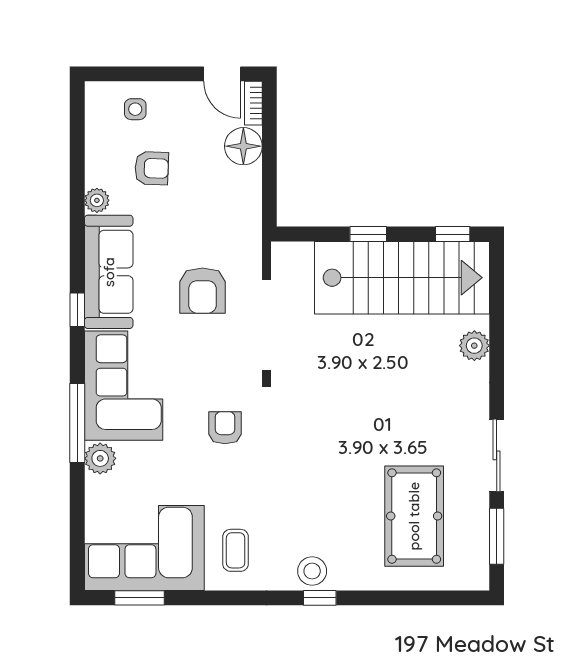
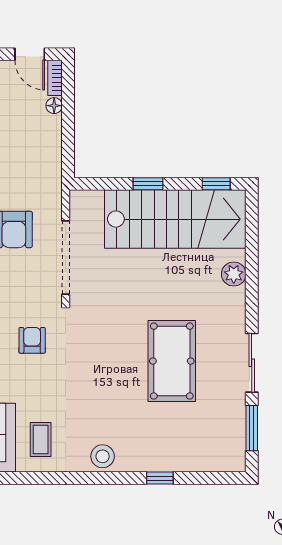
floor lamp: (243, 146) -> (54, 106), width x0.53, depth x0.53
pool table: (414, 516) -> (172, 361), moved
window: (320, 598) -> (160, 478), moved

